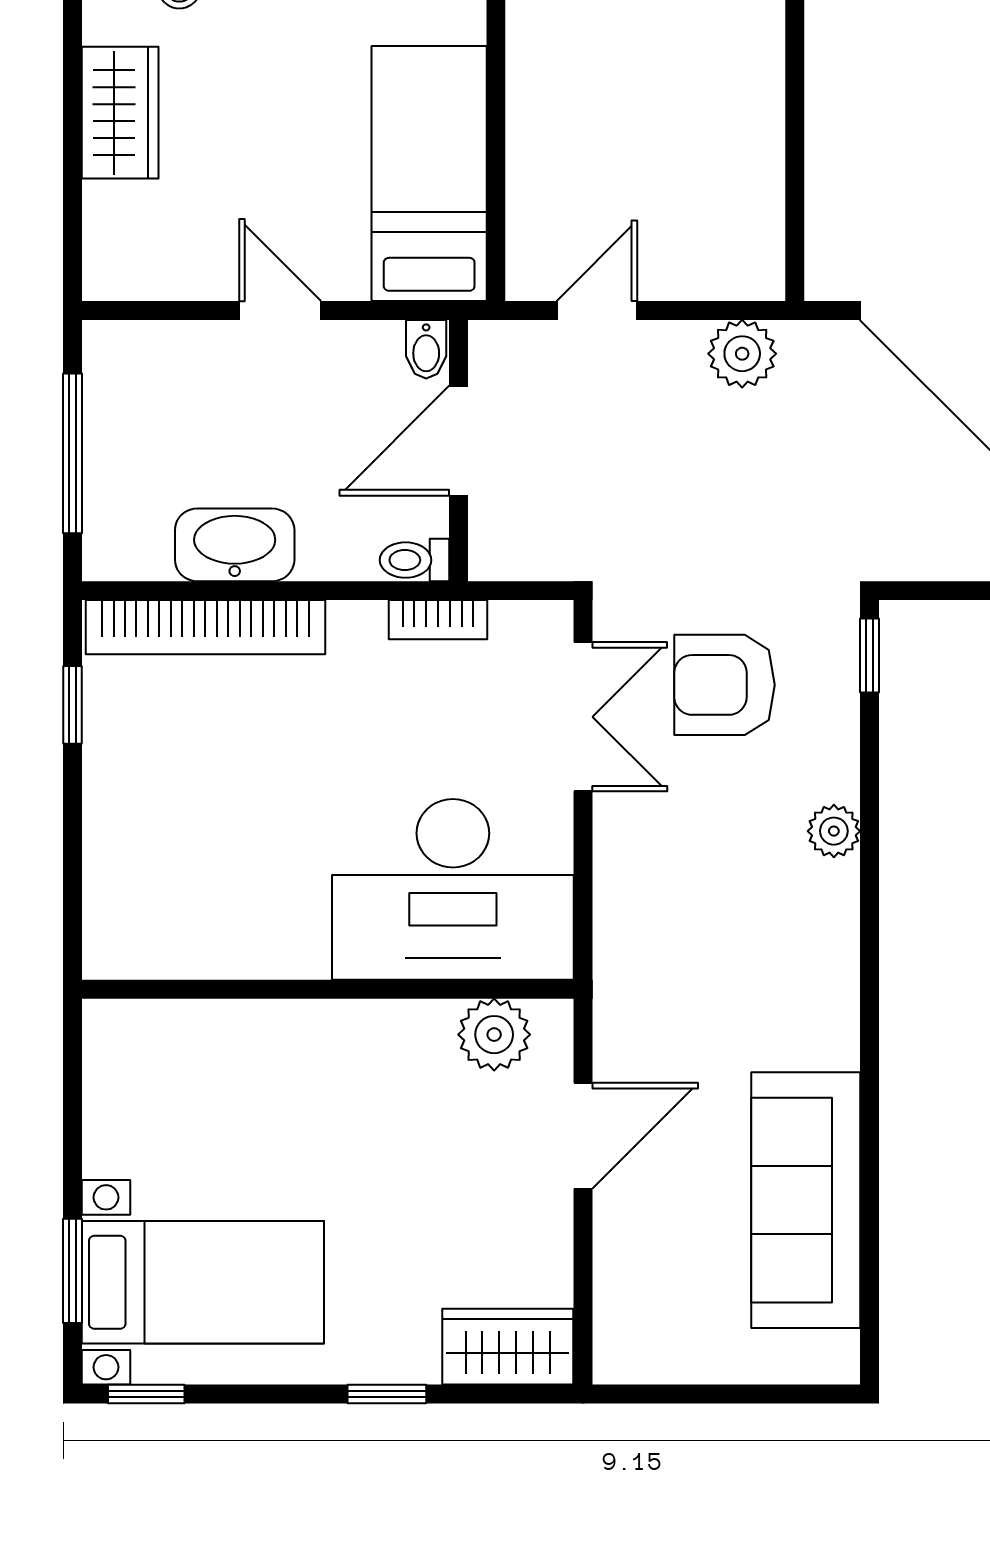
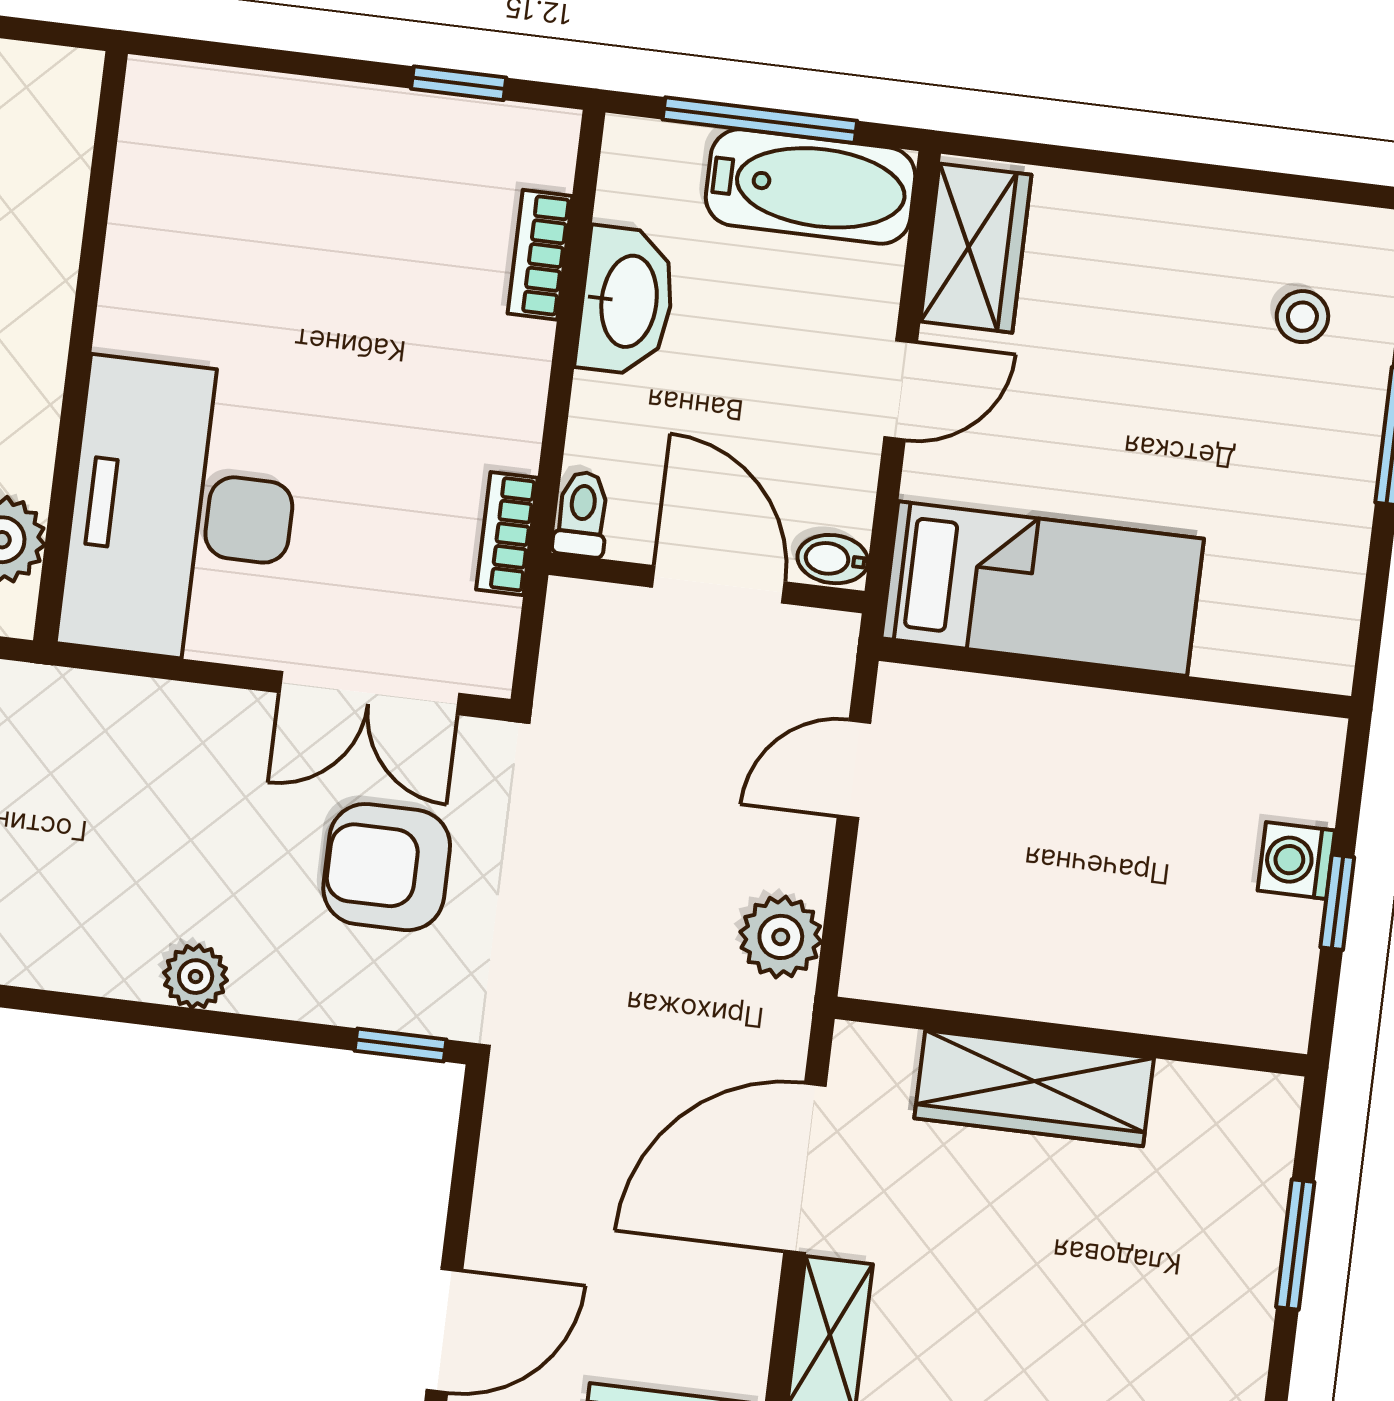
wardrobe: (120, 113) -> (976, 248), moved, turned -90
wardrobe: (841, 130) -> (1034, 1088), added
door: (597, 310) -> (854, 769), swing flipped
bathtub: (122, 405) -> (811, 187), added
bookcase: (205, 627) -> (540, 255), width x0.43, depth x0.76
armchair: (724, 685) -> (387, 867), turned -90

